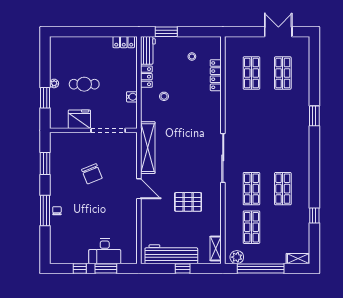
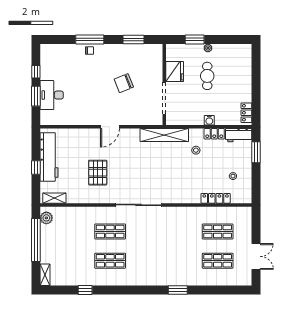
water cooler: (132, 97) -> (209, 120), moved
shelving: (148, 148) -> (164, 135), moved
shop shelf: (251, 227) -> (74, 231), removed

